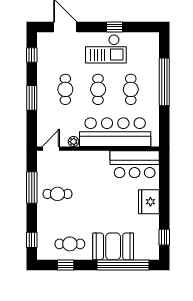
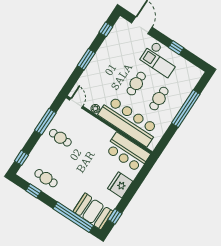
cafe table: (65, 89) -> (113, 69), removed
door: (51, 149) -> (76, 103), hinge flipped
booth: (113, 246) -> (93, 211), moved

